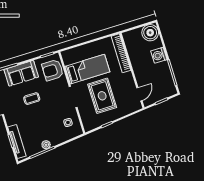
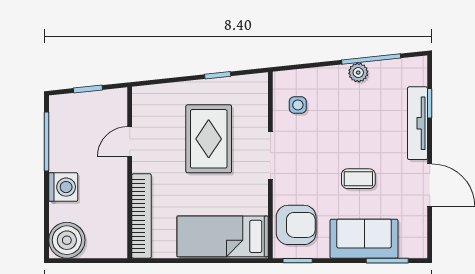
bed: (87, 69) -> (223, 236), moved
door: (139, 94) -> (130, 142), moved
tv unit: (17, 142) -> (417, 123), moved

